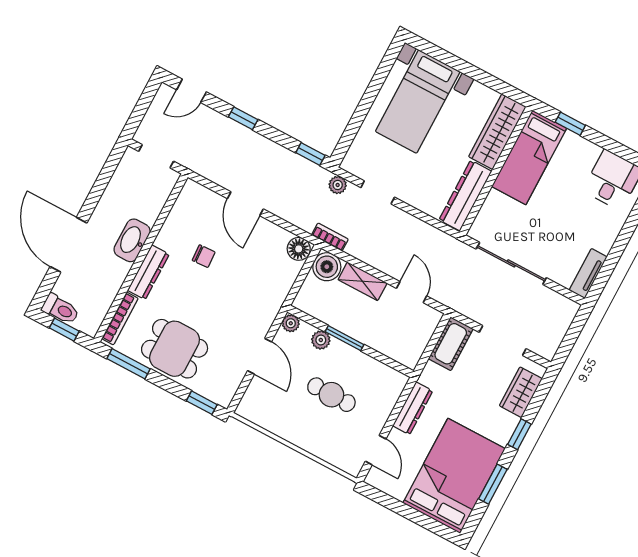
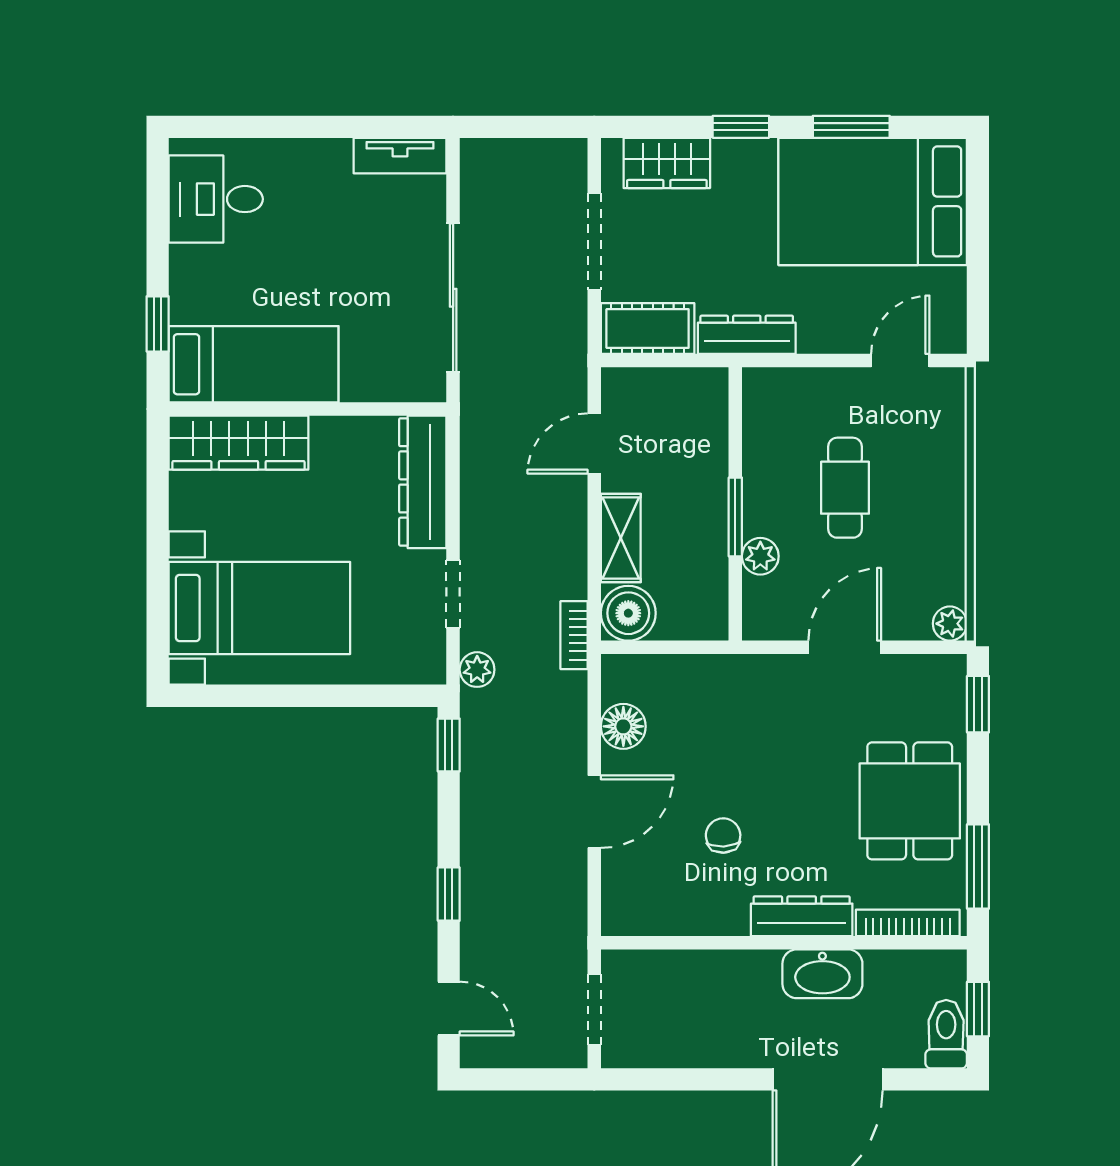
dresser: (465, 196) -> (423, 482), moved, turned 90
washbasin: (132, 240) -> (822, 974), moved
floor lamp: (299, 249) -> (623, 726), moved
plant: (291, 323) -> (950, 624), moved
dresser: (413, 408) -> (747, 335), moved

